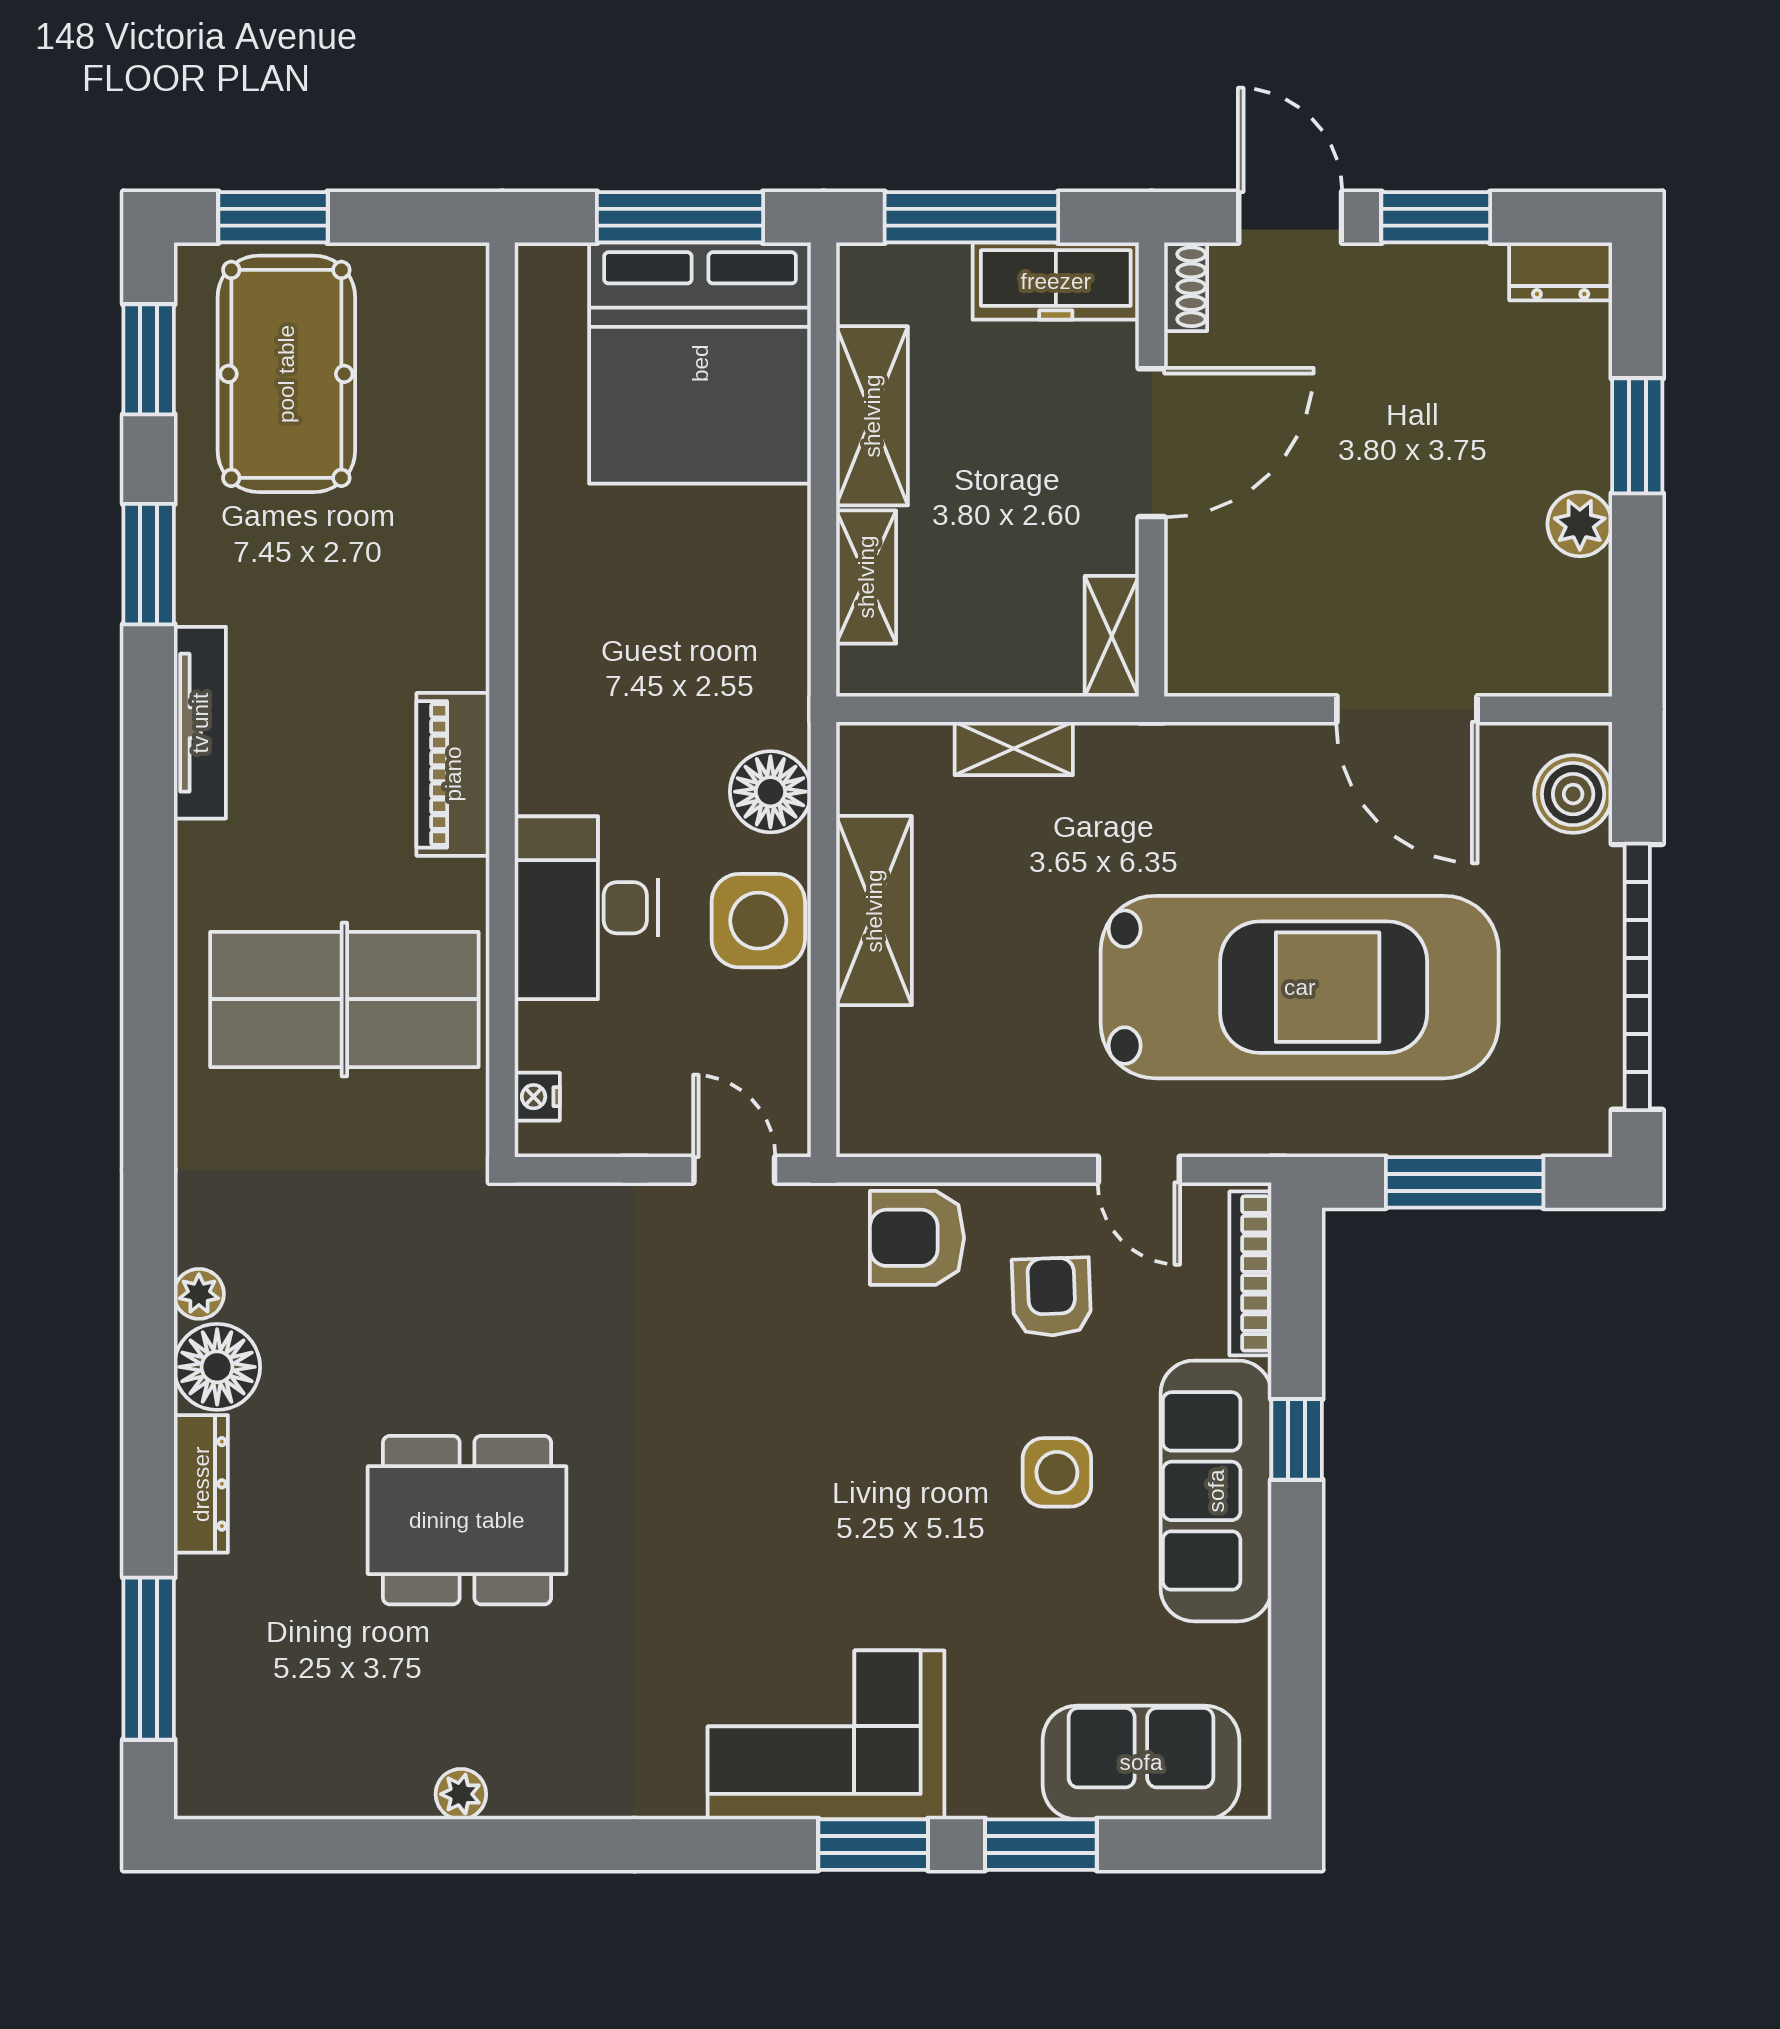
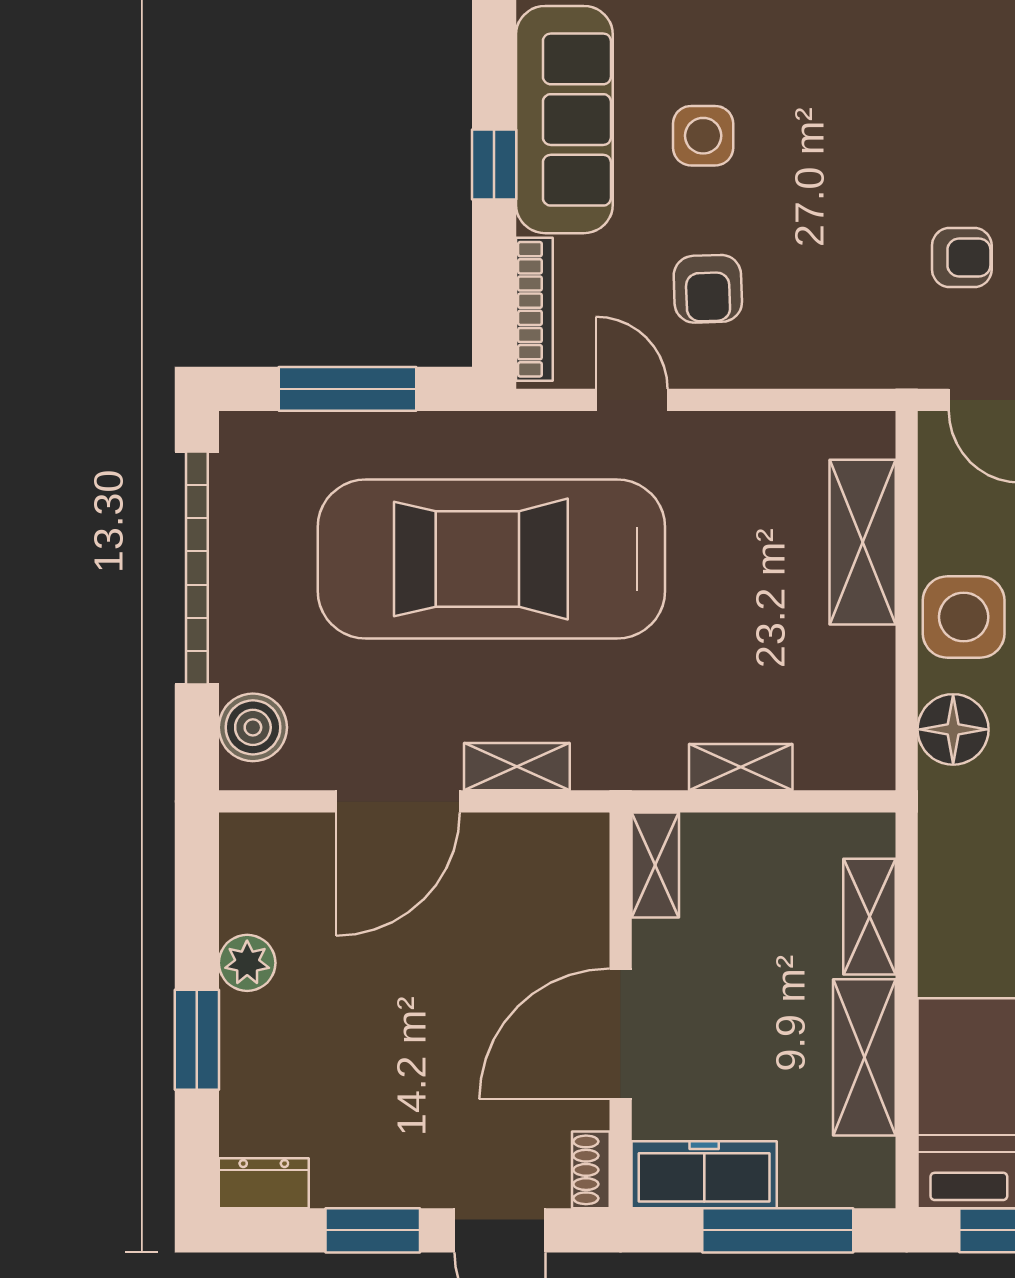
door: (1407, 709) -> (398, 801), swing flipped
shelving: (1270, 749) -> (517, 767), added
shelving: (874, 911) -> (863, 542), moved
armchair: (917, 1238) -> (962, 258), moved, width x0.72, depth x0.72

